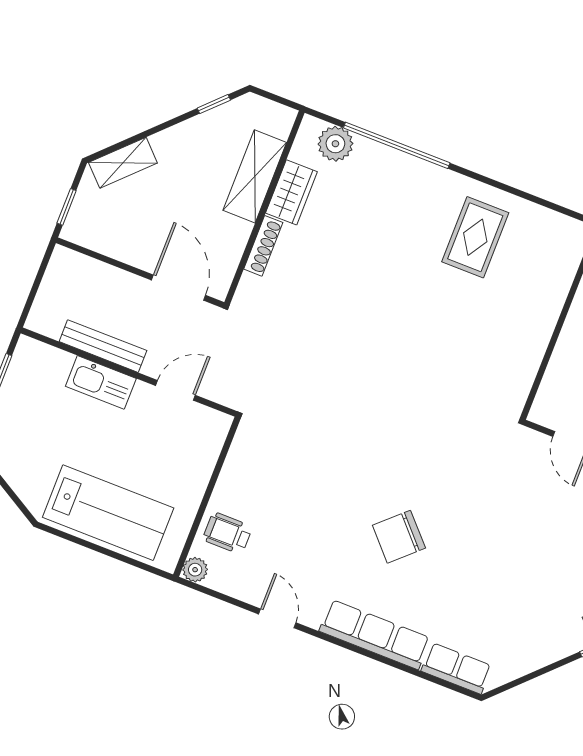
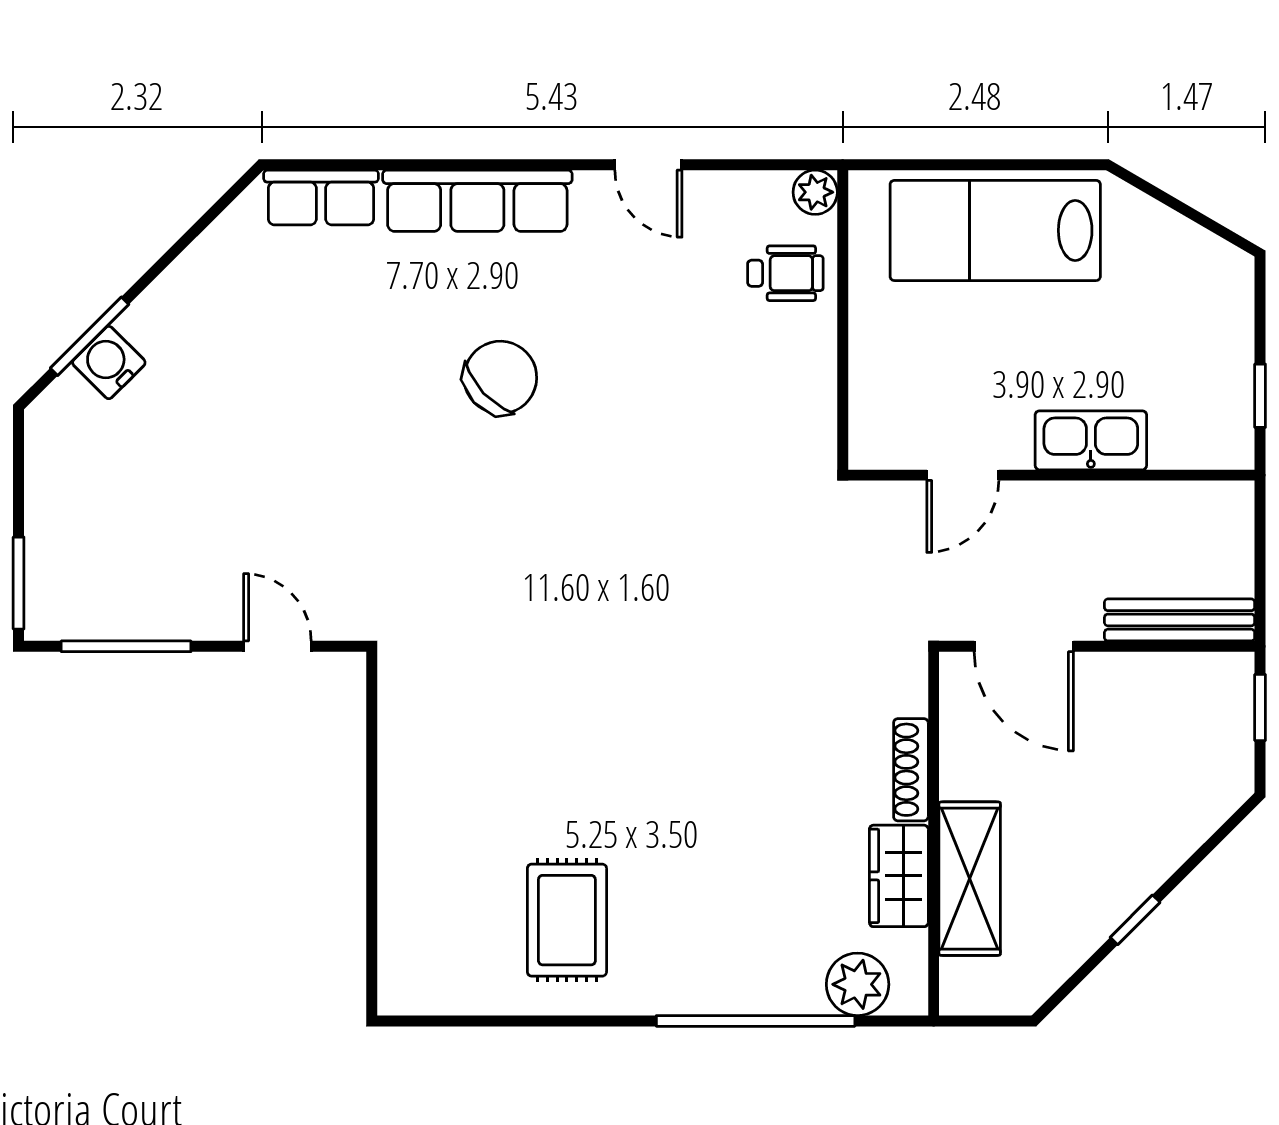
window: (214, 104) -> (1135, 920), moved
shelving: (123, 163) -> (1196, 816), removed
bench: (103, 346) -> (1180, 620), moved

